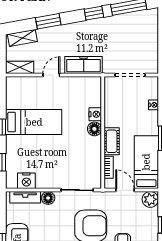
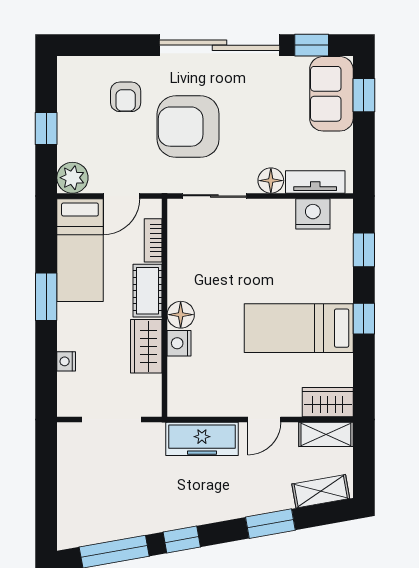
wardrobe: (19, 84) -> (328, 402), added
wardrobe: (112, 113) -> (146, 346), added
door: (125, 190) -> (121, 196), hinge flipped

